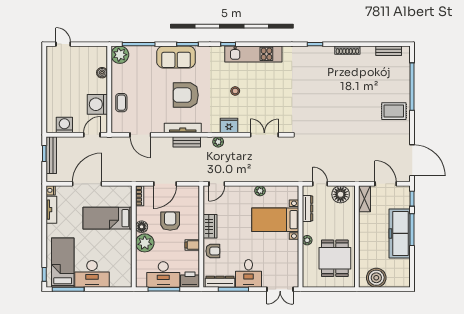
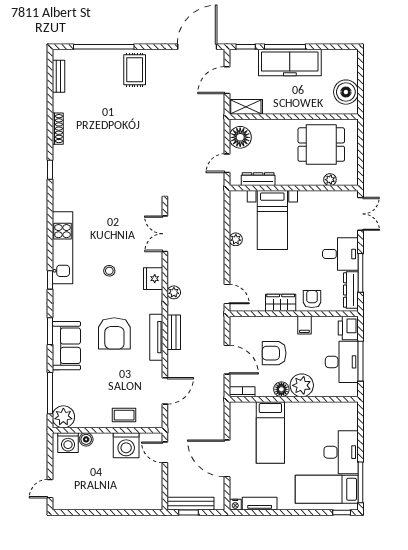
washing machine: (64, 125) -> (68, 443), moved, turned -90
plant: (307, 240) -> (330, 180), moved

